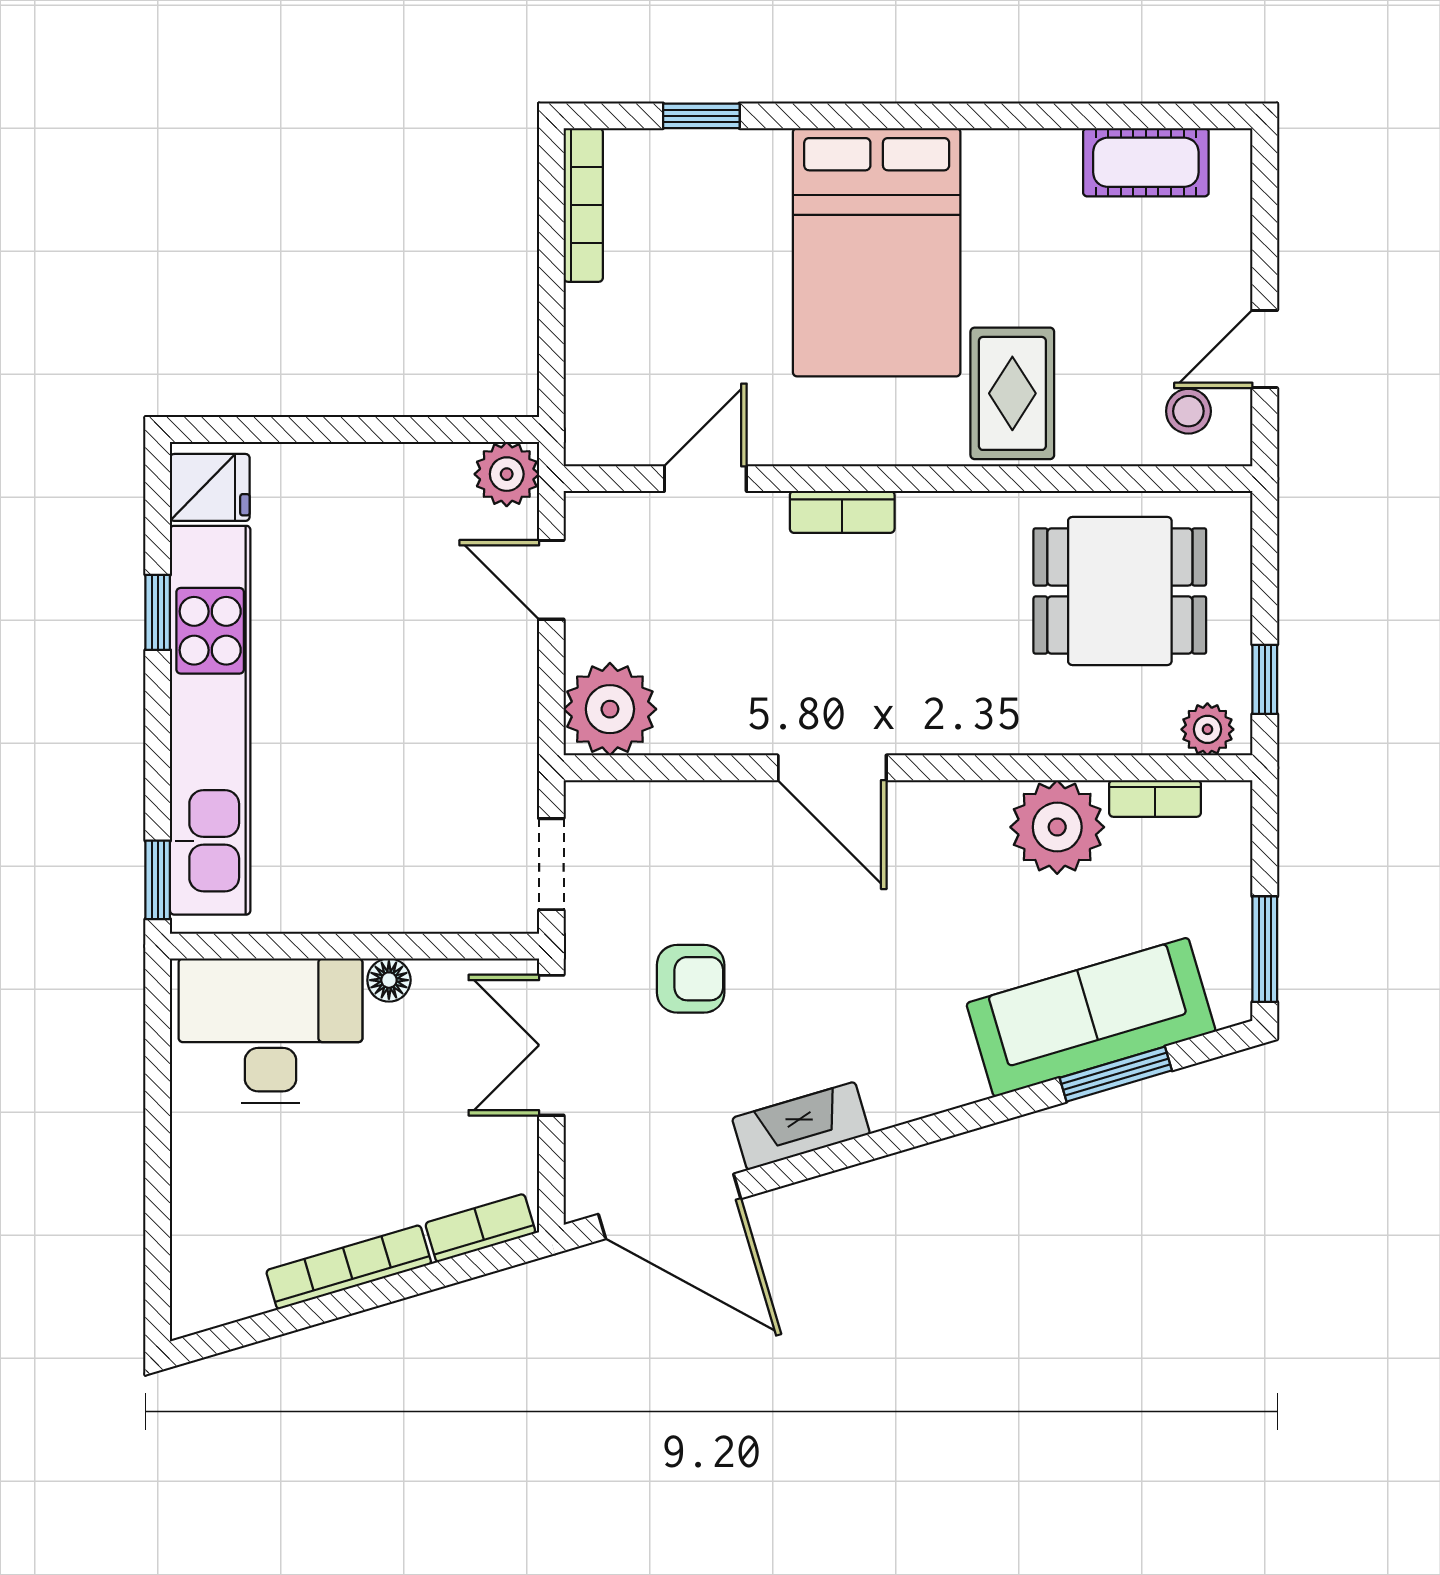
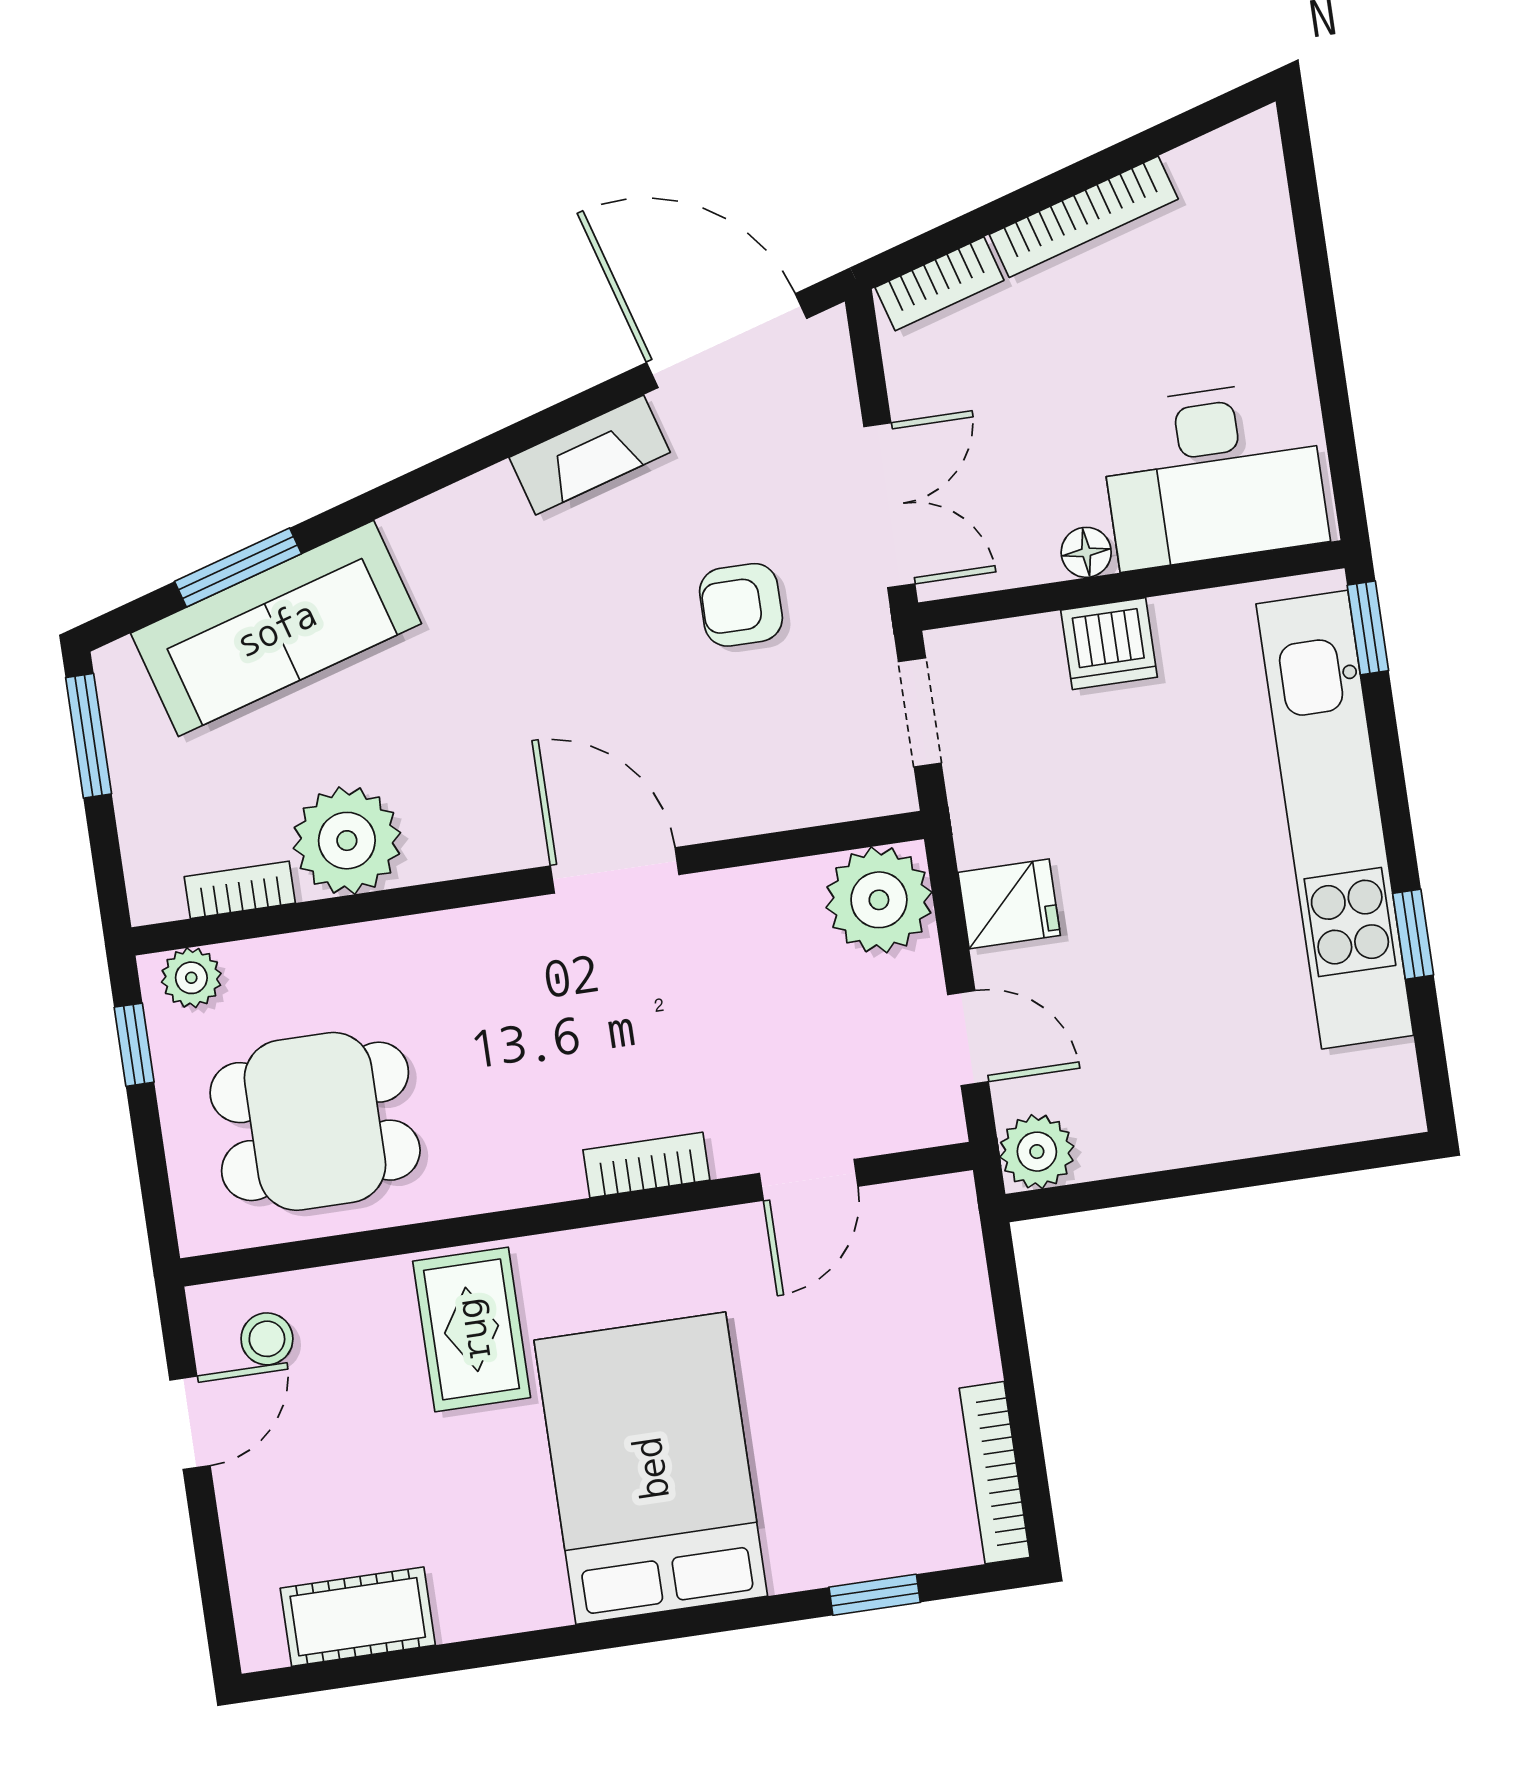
fridge: (210, 487) -> (1009, 904), moved, turned 180
dishwasher: (381, 899) -> (1109, 644), added

